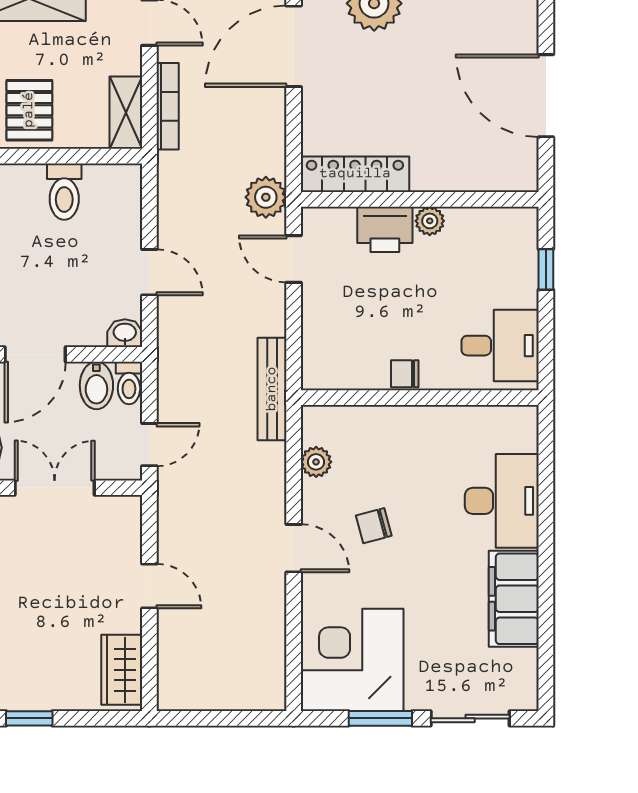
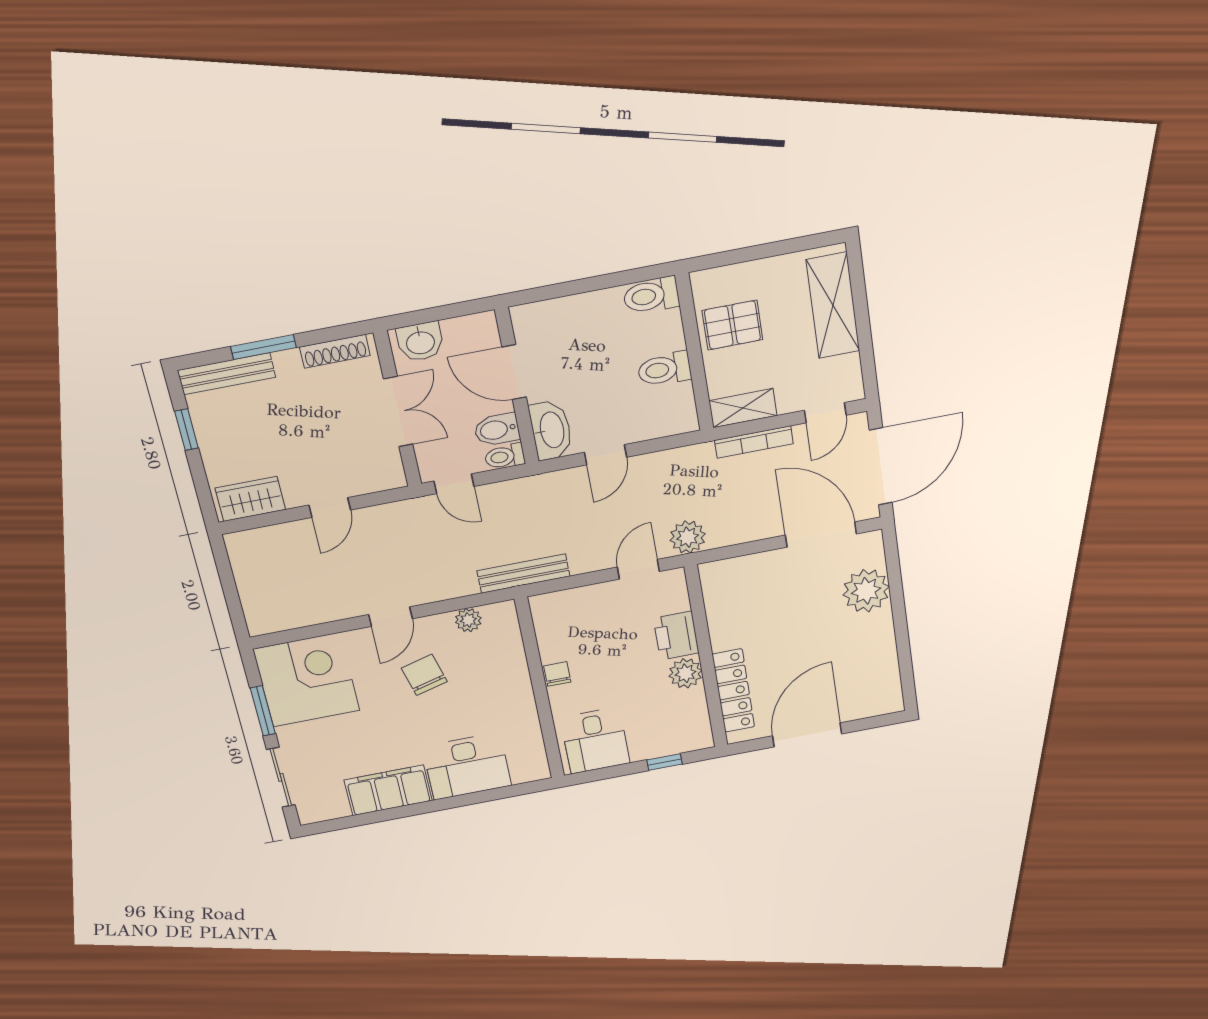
locker: (355, 174) -> (733, 691), moved
plant: (430, 221) -> (685, 673), width x1.38, depth x1.38
washbasin: (125, 333) -> (551, 430), width x1.91, depth x1.45
chair: (374, 526) -> (424, 675), width x1.37, depth x1.37

